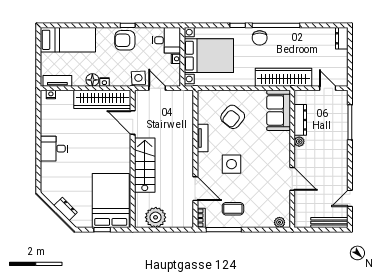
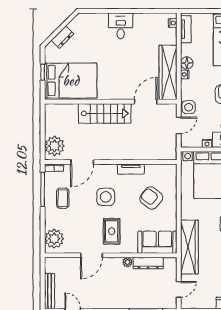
rug: (267, 158) -> (112, 231), added
plant: (156, 217) -> (54, 146), moved
plant: (280, 222) -> (54, 239), width x1.87, depth x1.87

